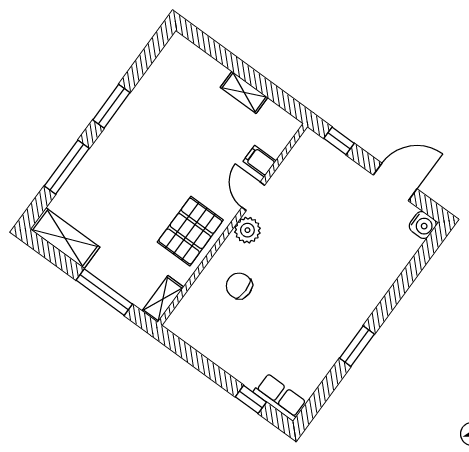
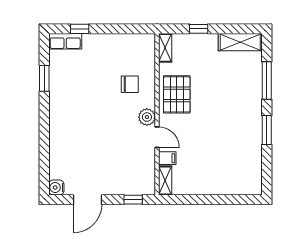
shelving: (244, 92) -> (165, 180), moved, turned 90
window: (104, 292) -> (199, 29), width x0.46
window: (357, 346) -> (44, 78), moved

